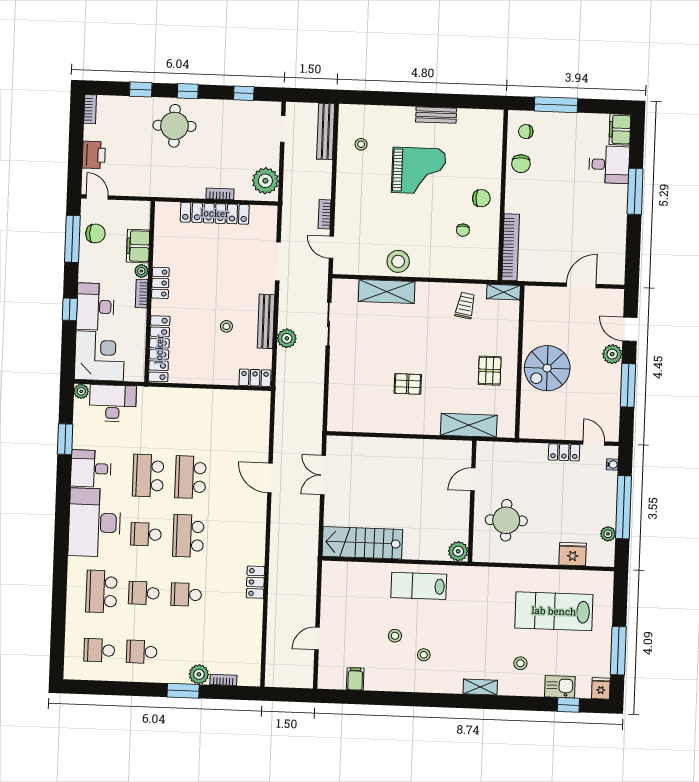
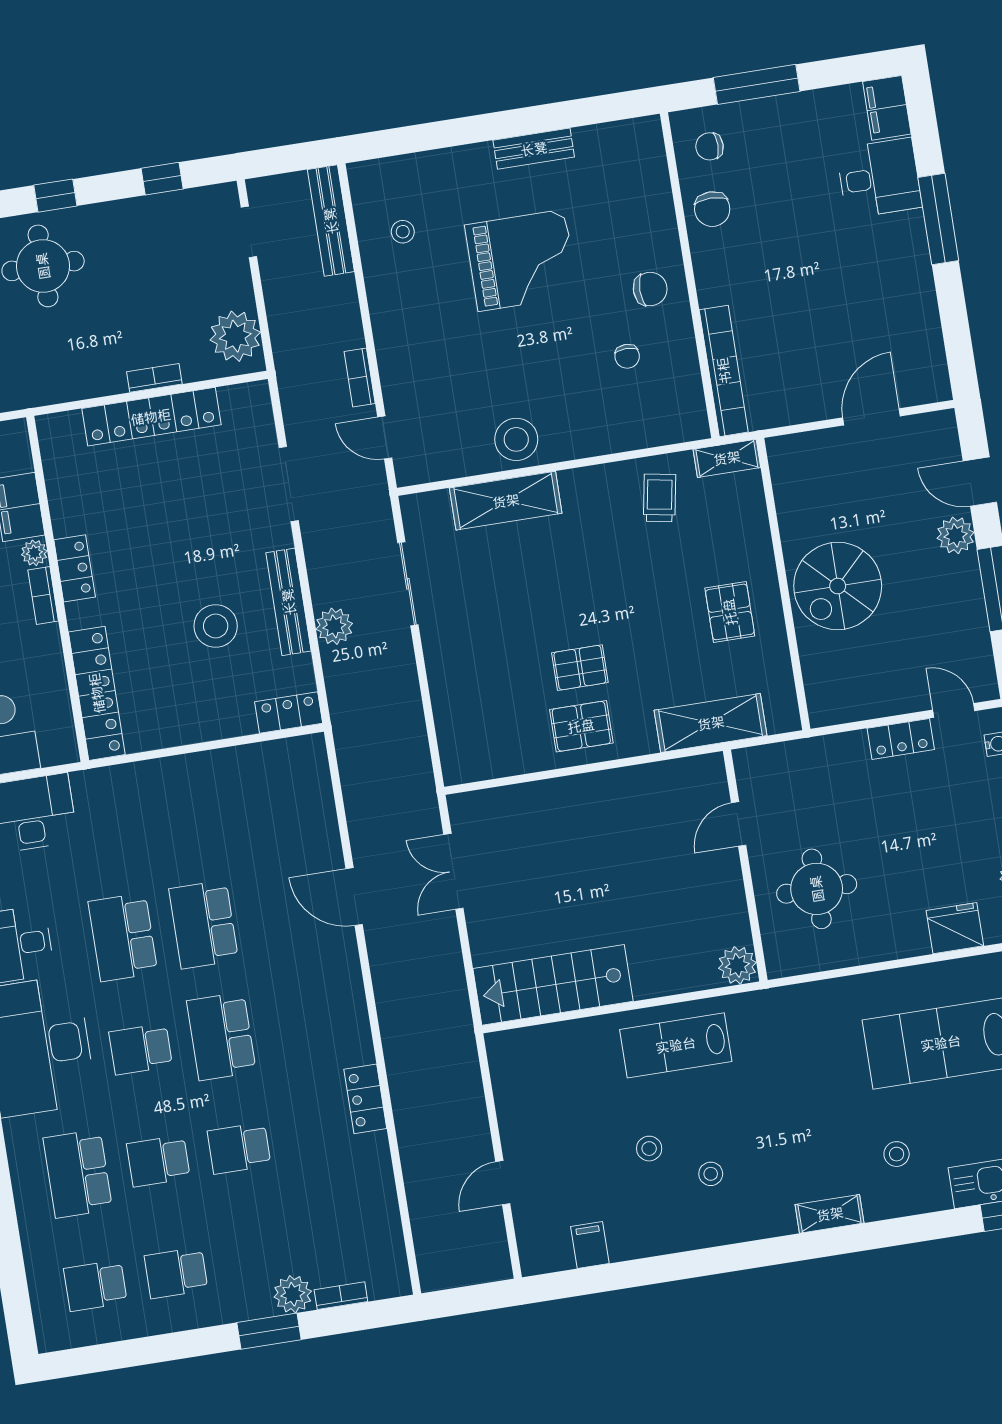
stool: (226, 326) -> (216, 626), width x1.89, depth x1.89
pallet: (403, 414) -> (581, 726), added

